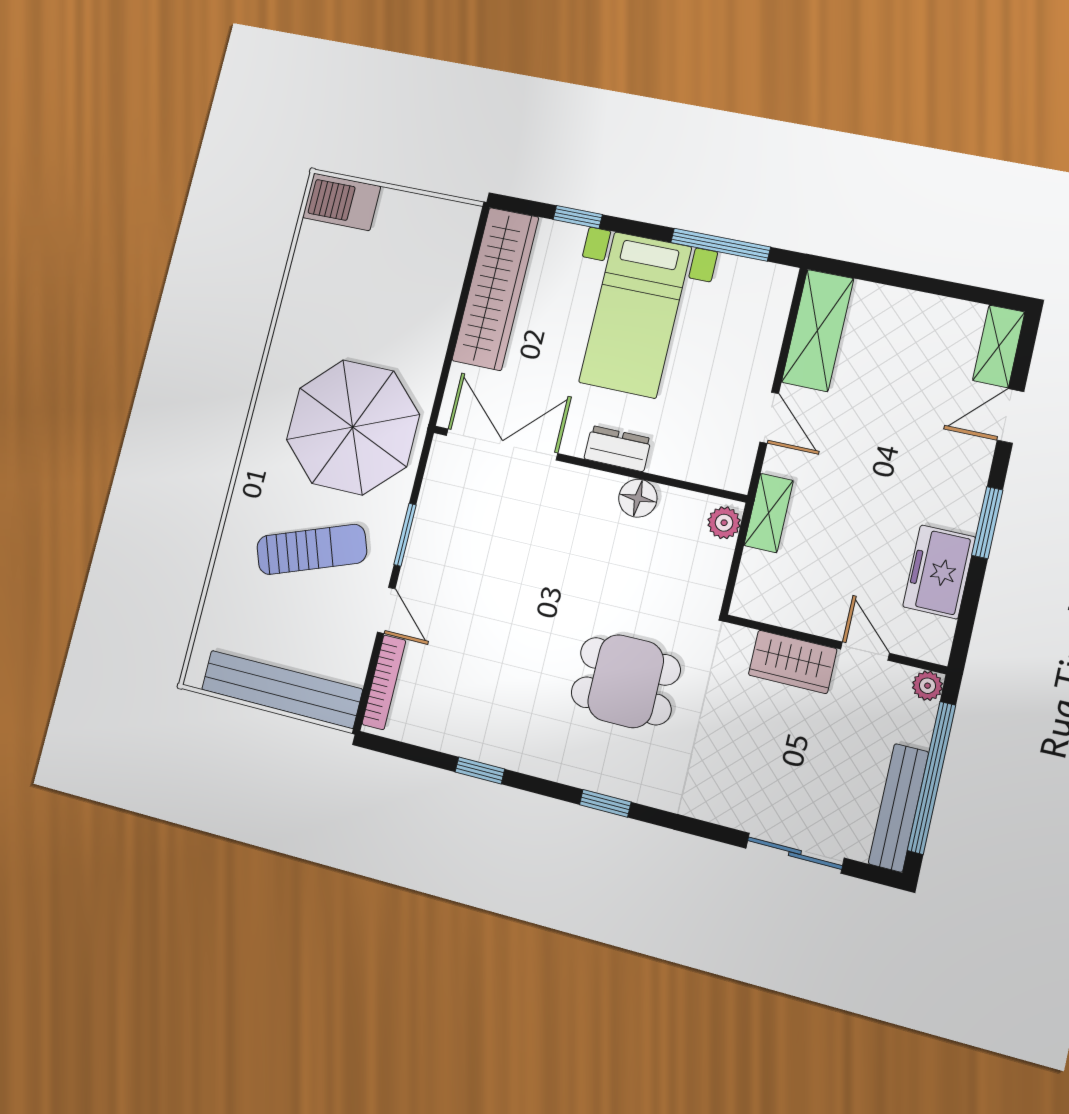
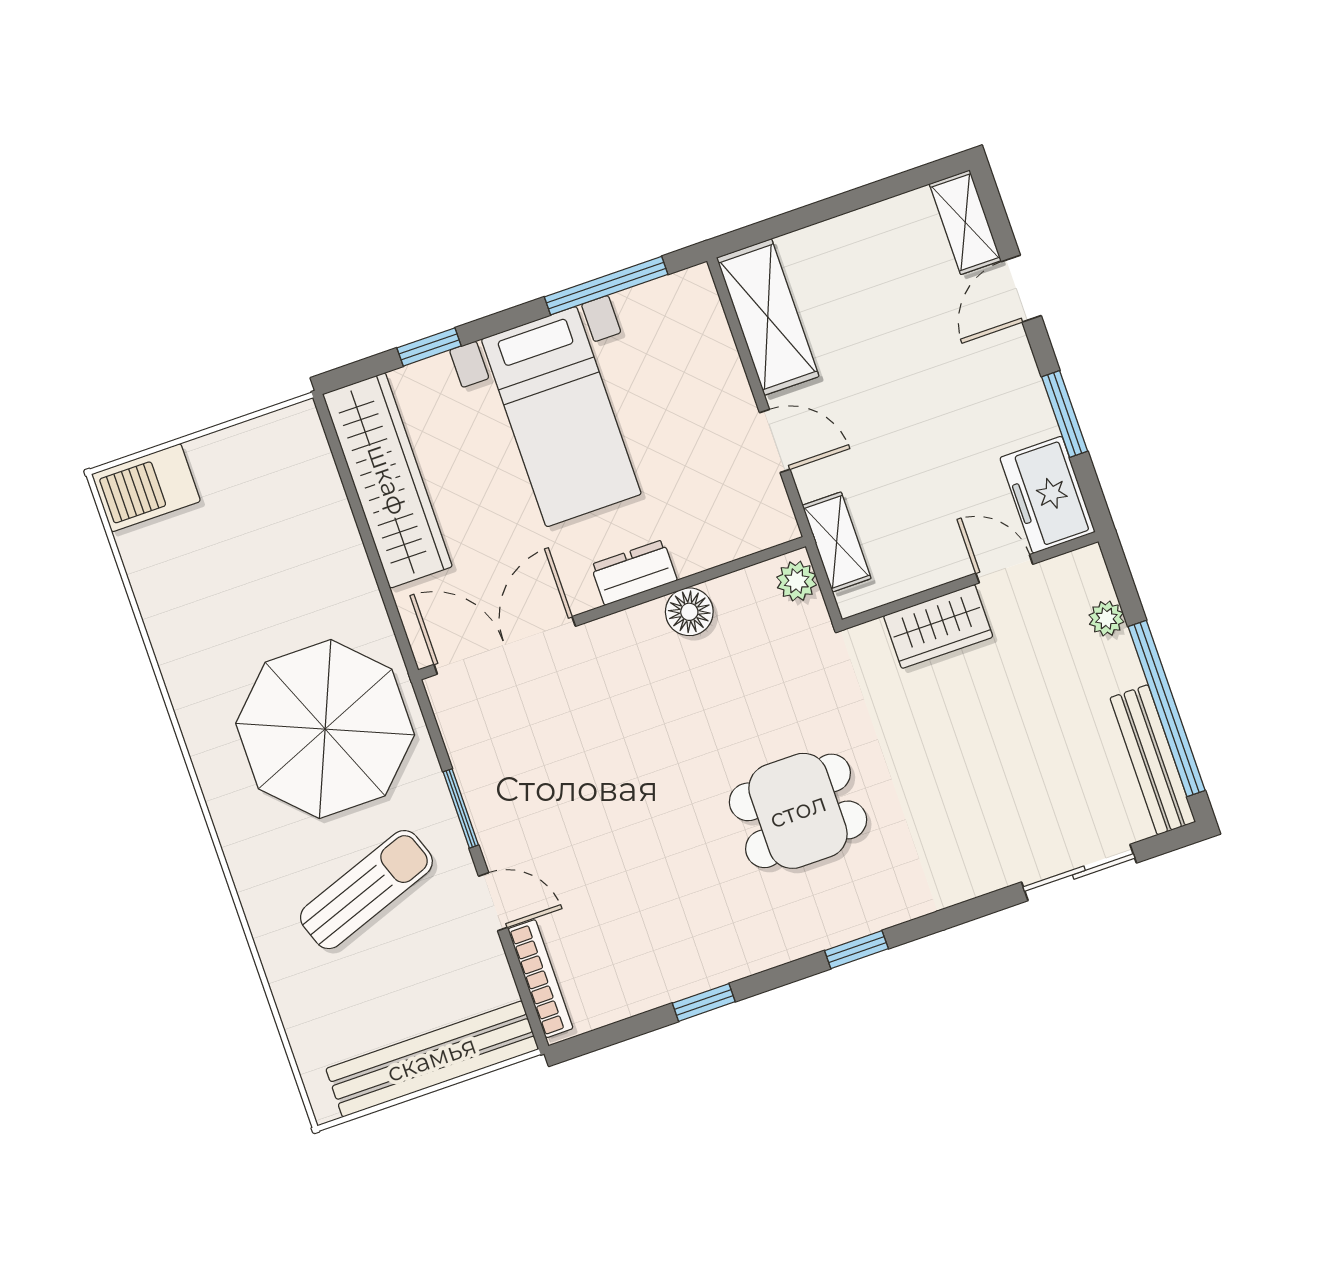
wall: (835, 644) -> (970, 581), moved
door: (865, 651) -> (1004, 569), moved
wardrobe: (793, 662) -> (938, 626), moved

